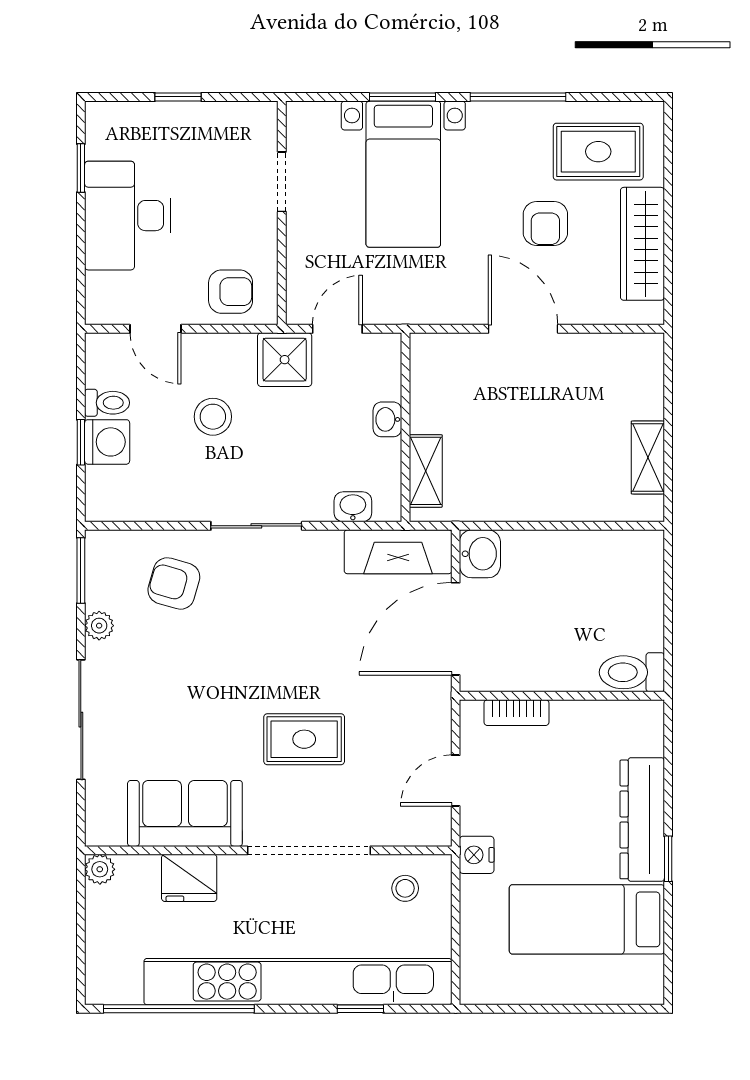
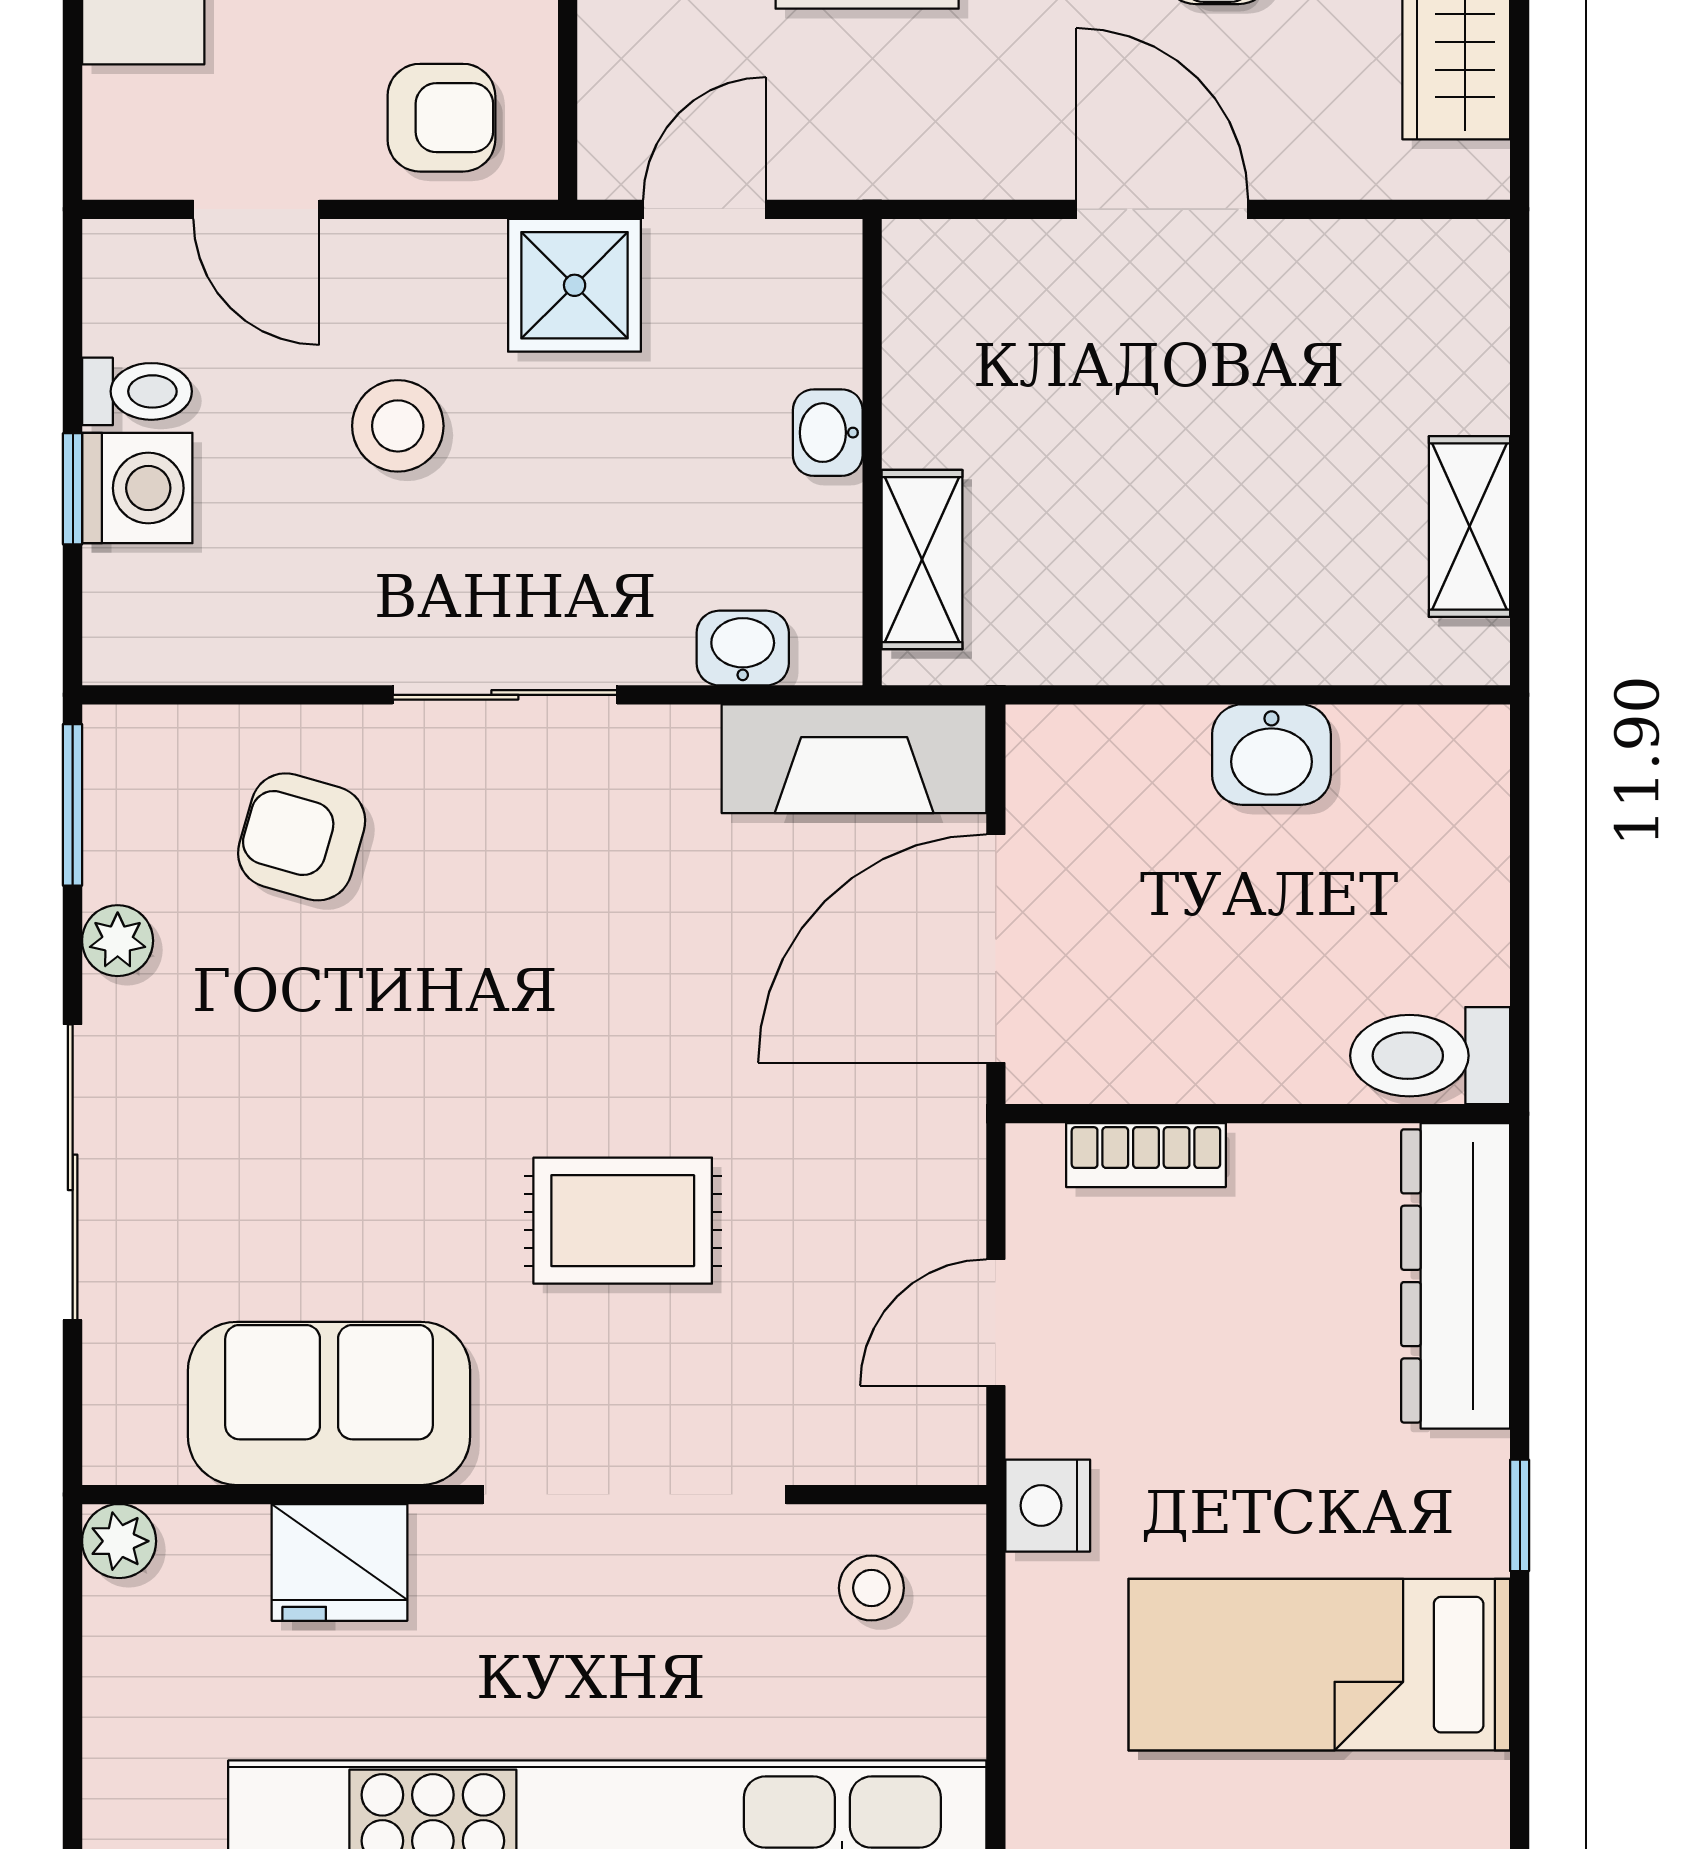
washbasin: (480, 554) -> (1271, 755), moved, turned 90
dresser: (642, 819) -> (1456, 1276), moved

